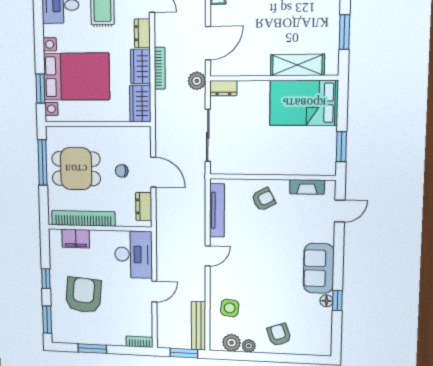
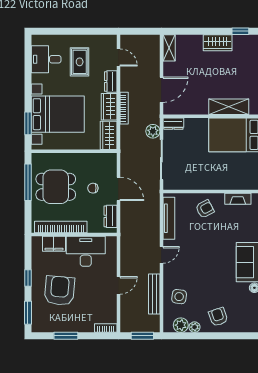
plant: (197, 81) -> (153, 131), moved
desk: (133, 254) -> (86, 251), moved, turned -90
bench: (198, 326) -> (154, 294), moved

